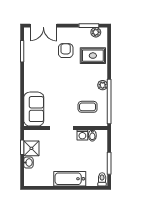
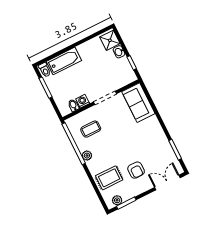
shower: (31, 148) -> (110, 40), moved
bathtub: (70, 179) -> (64, 61), moved

